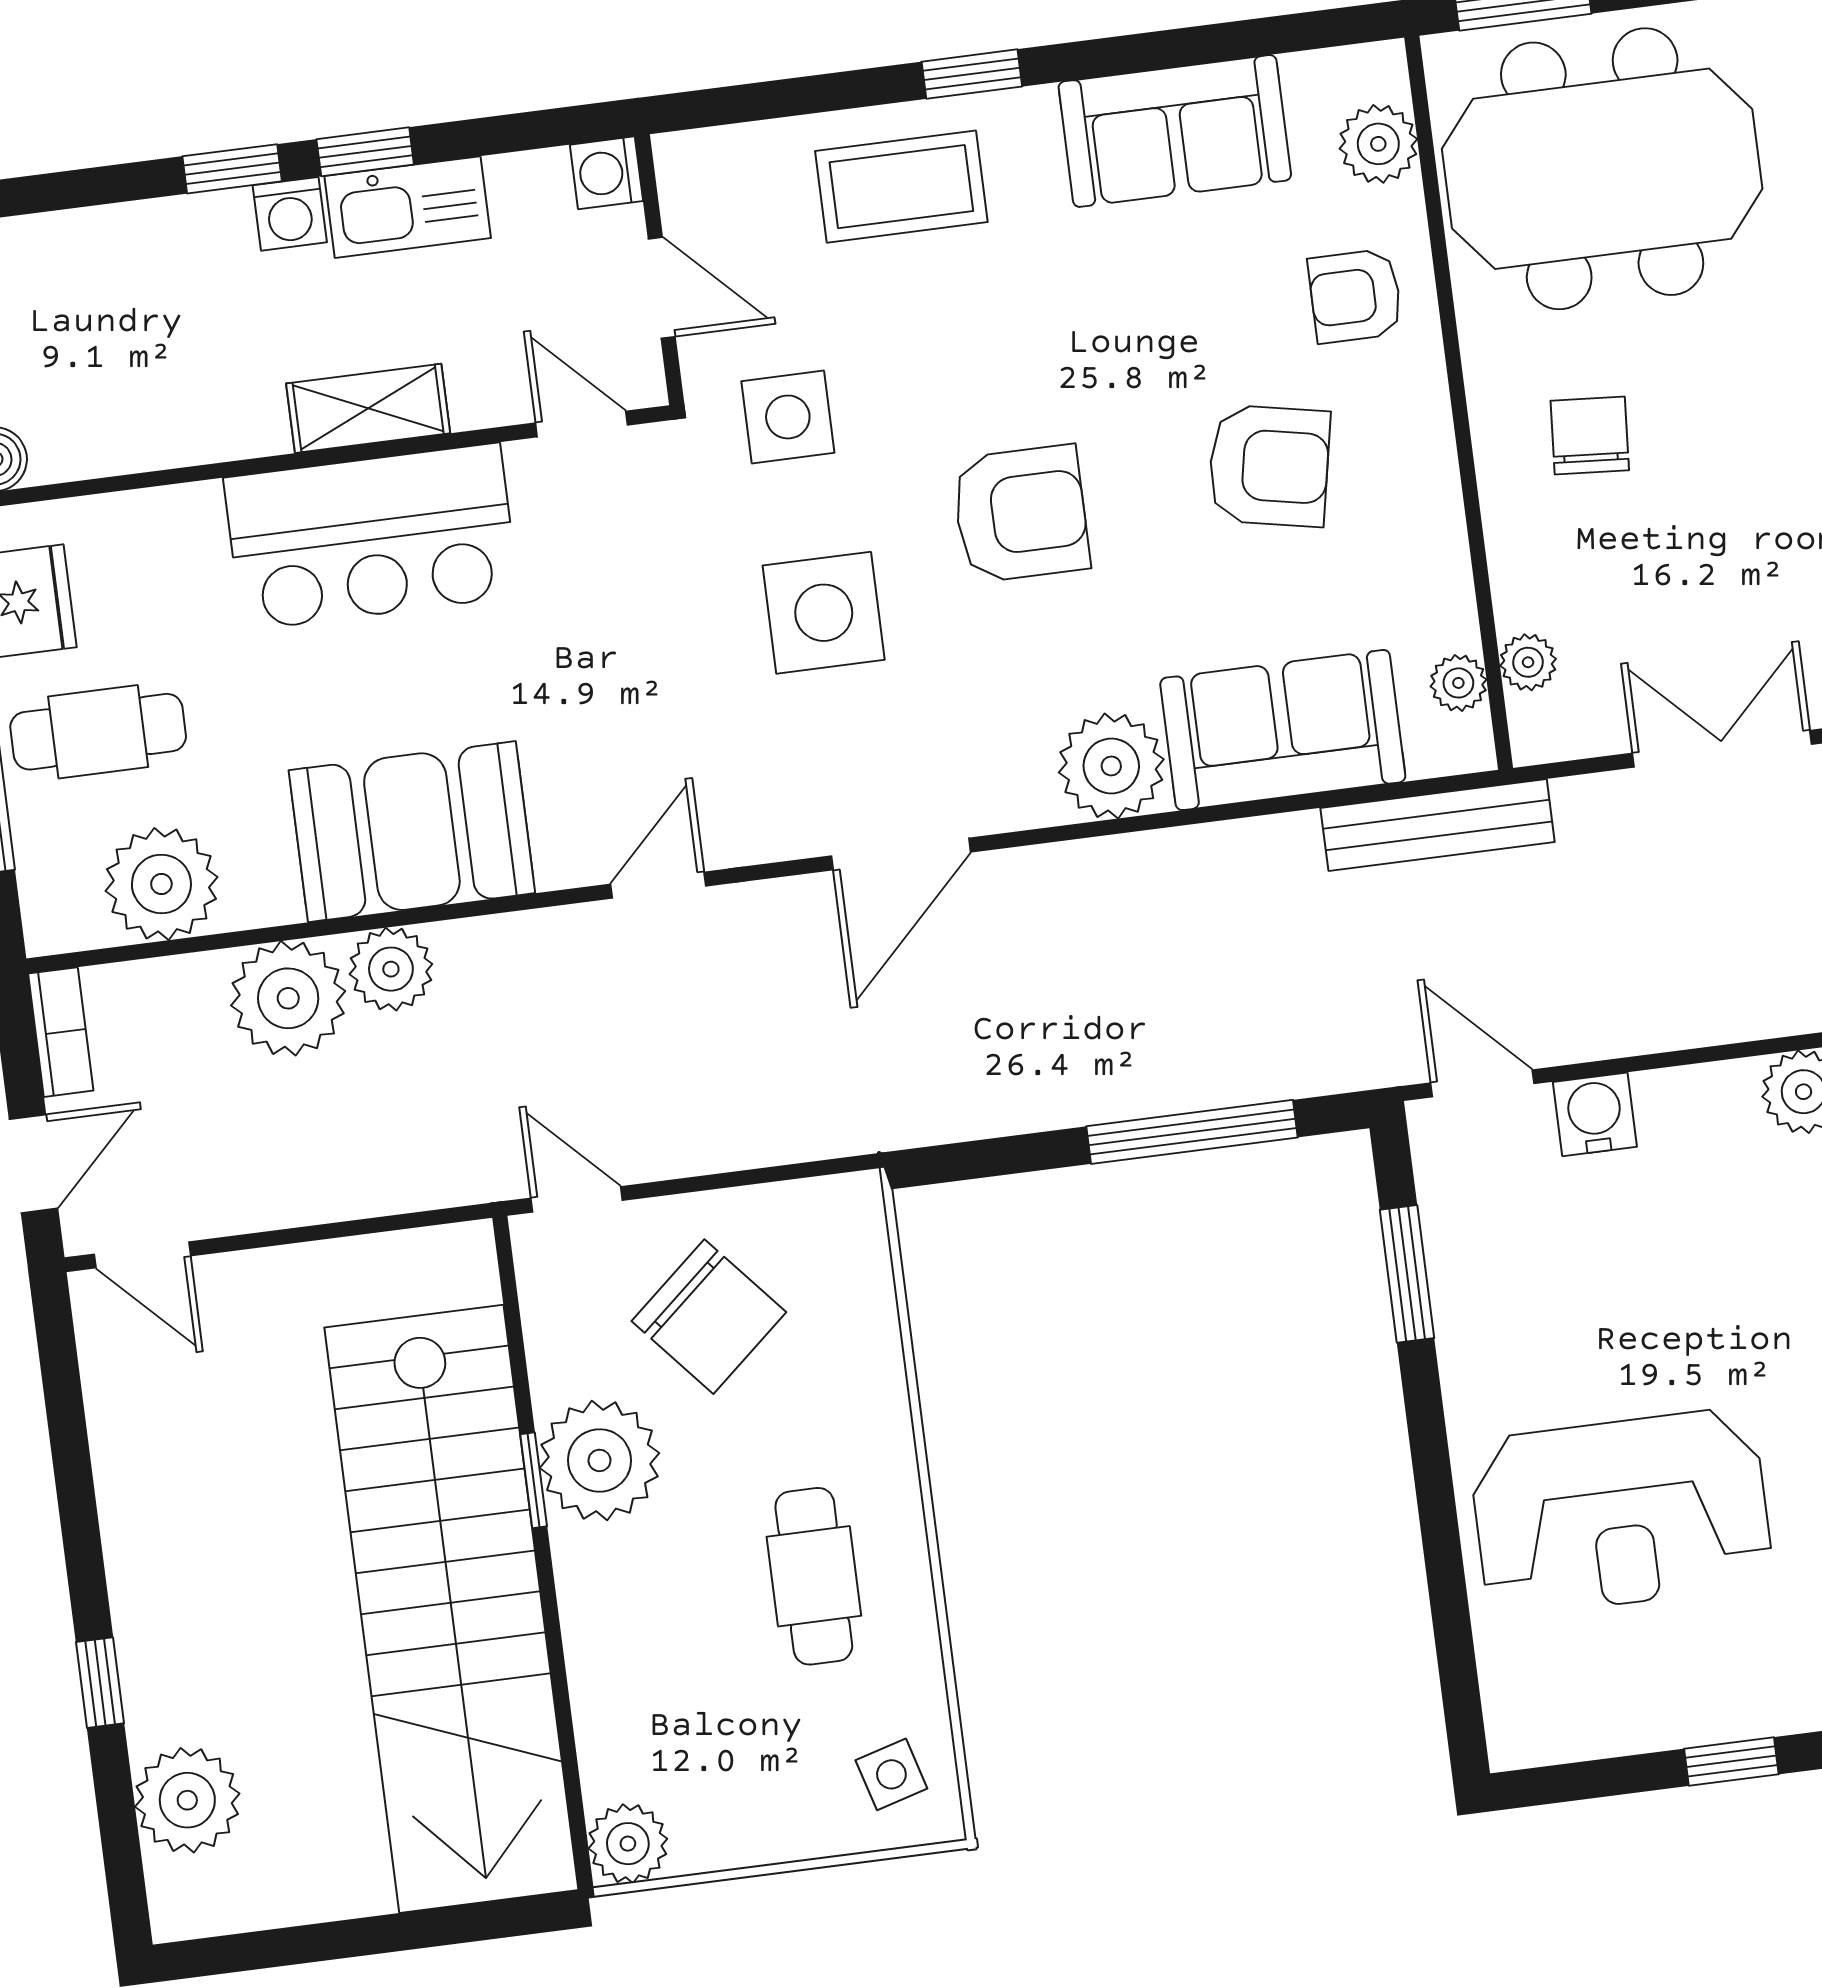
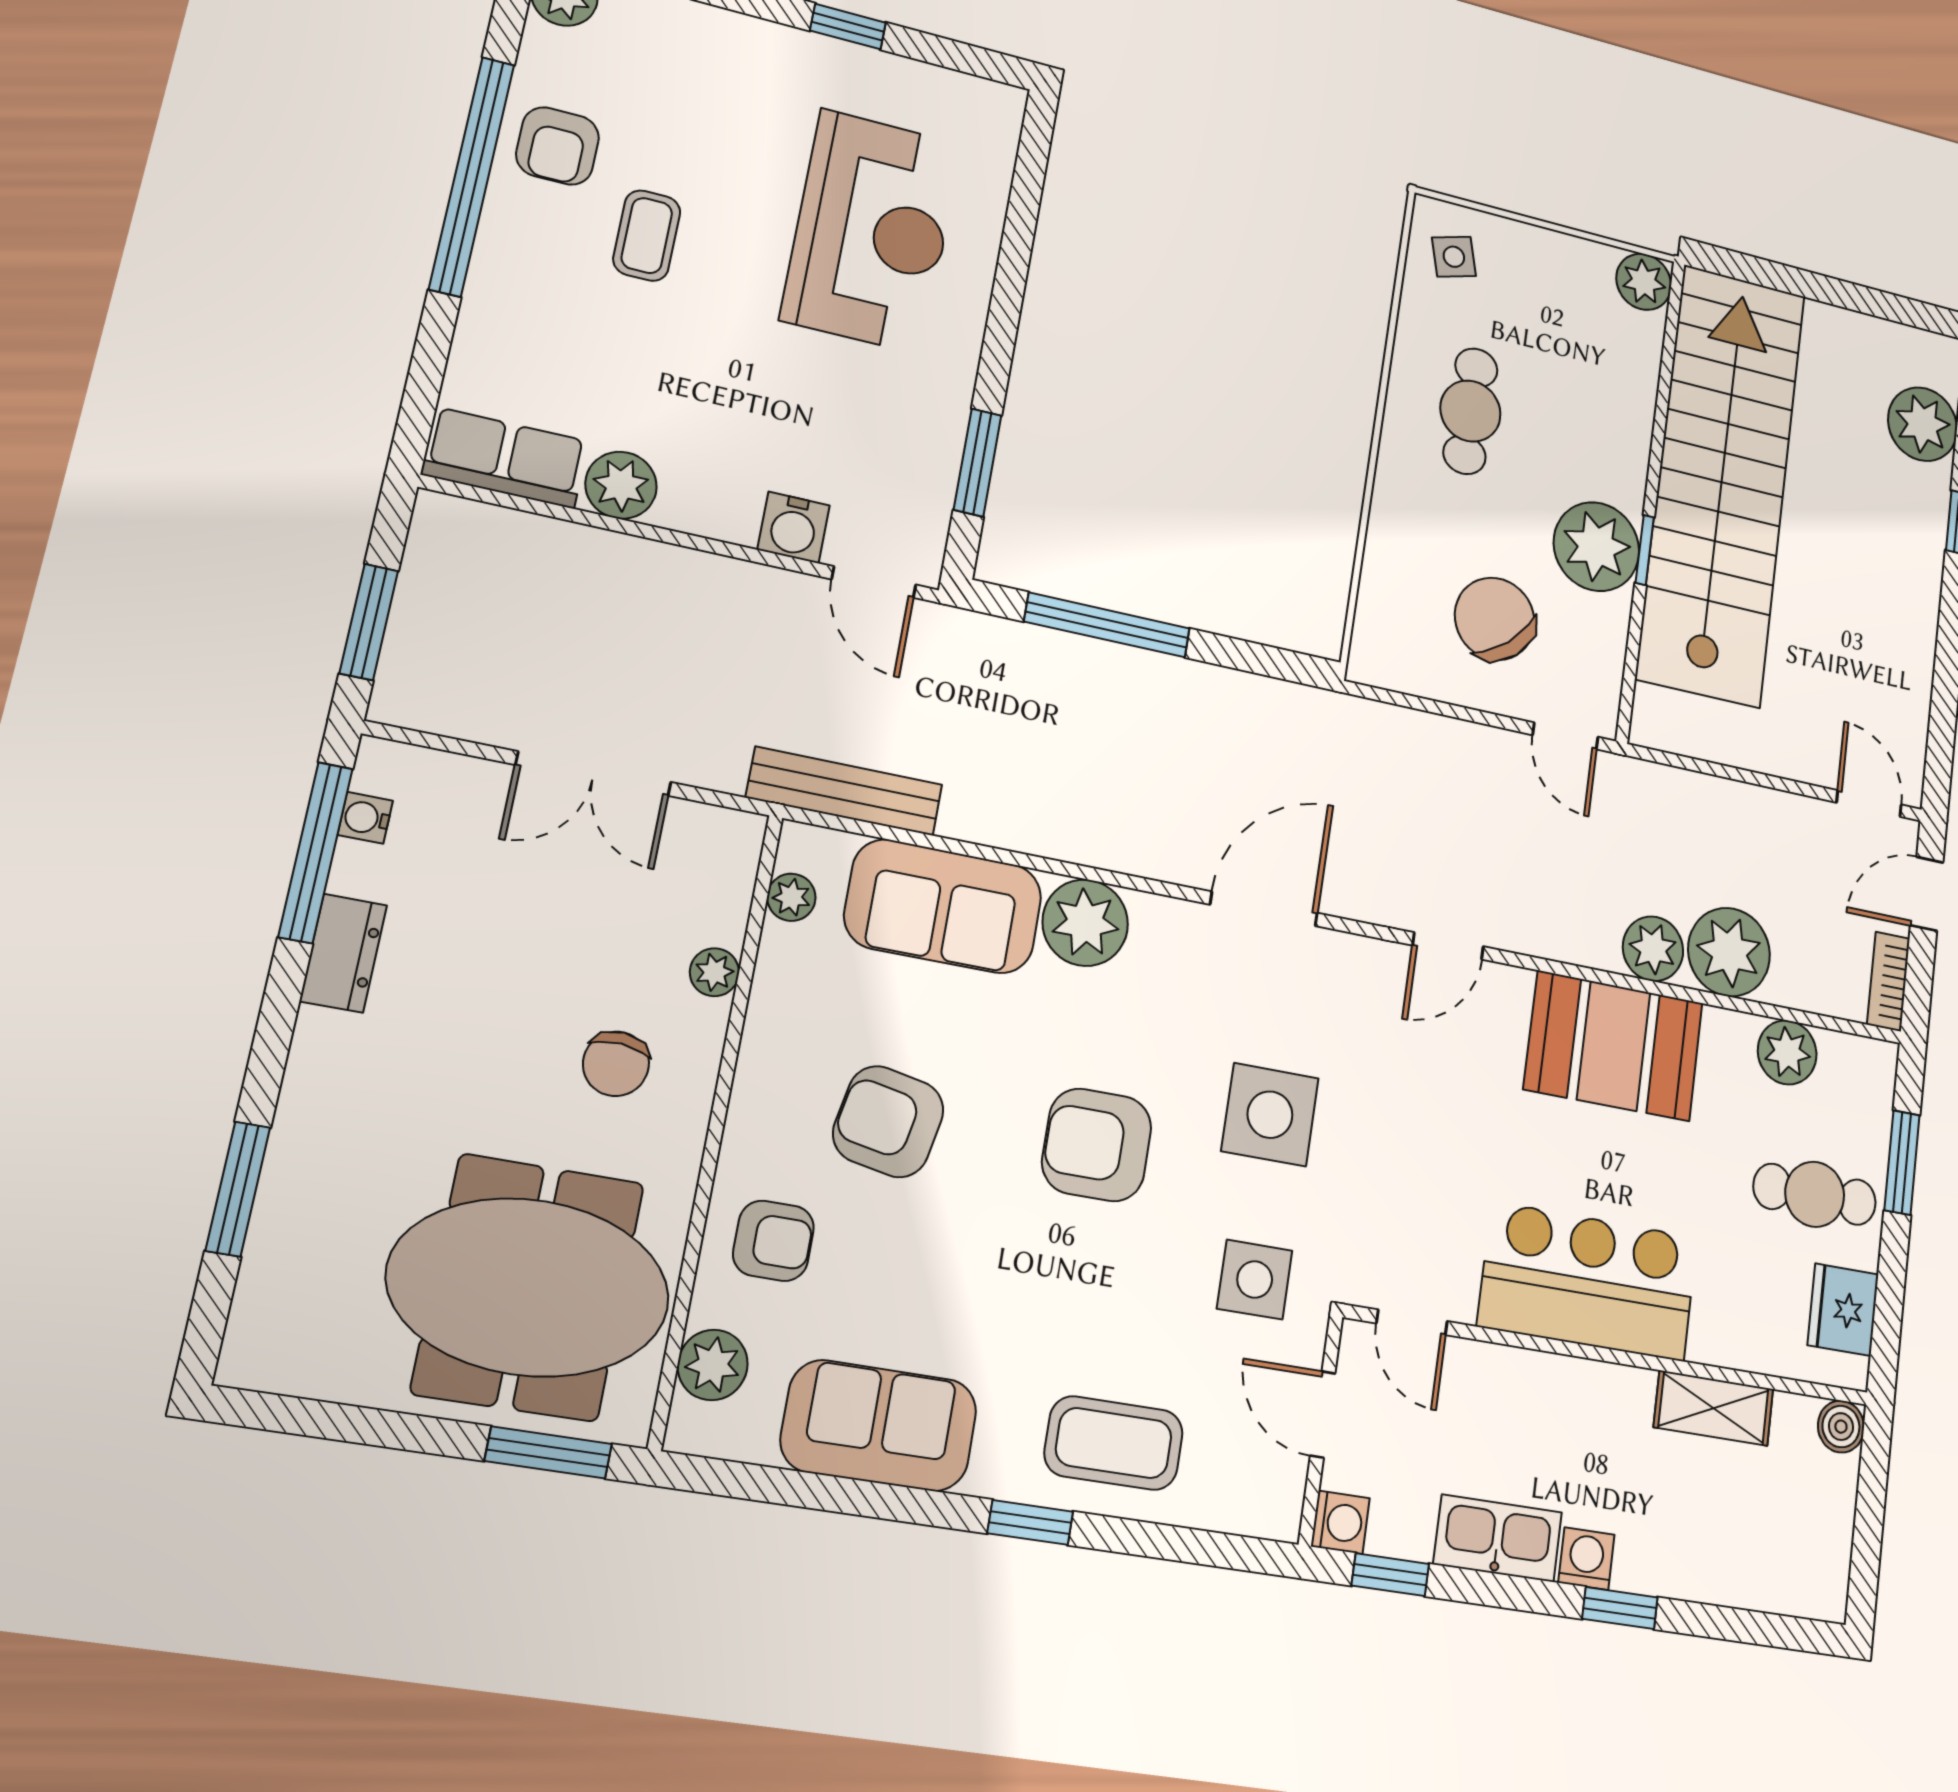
window: (365, 152) -> (1390, 1575), moved
shelving: (368, 408) -> (1714, 1408), moved
plant: (1528, 662) -> (714, 972), moved
plant: (161, 884) -> (1787, 1052), width x0.73, depth x0.73
reception desk: (1621, 1513) -> (872, 231), turned 90

